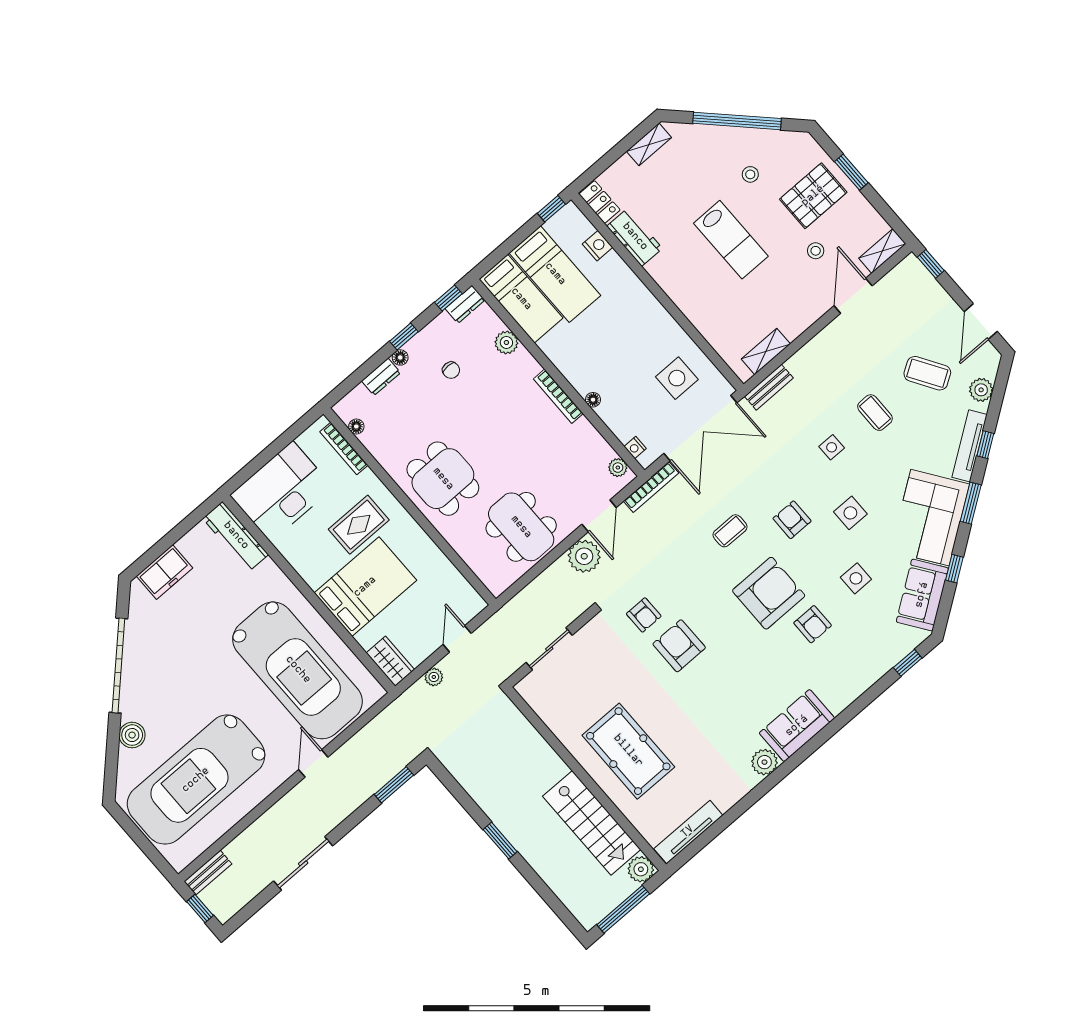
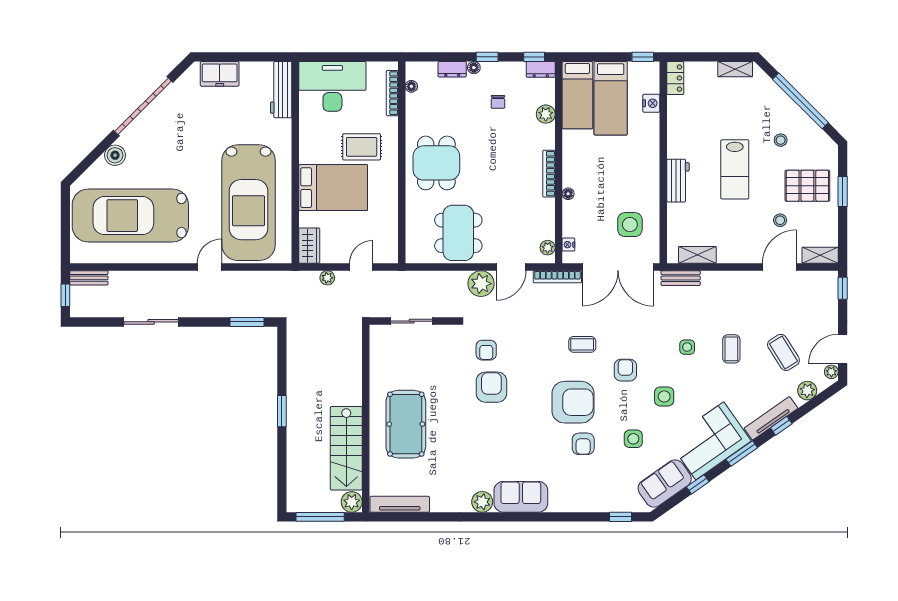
workbench: (635, 237) -> (678, 181), moved
plant: (989, 352) -> (831, 372), added

